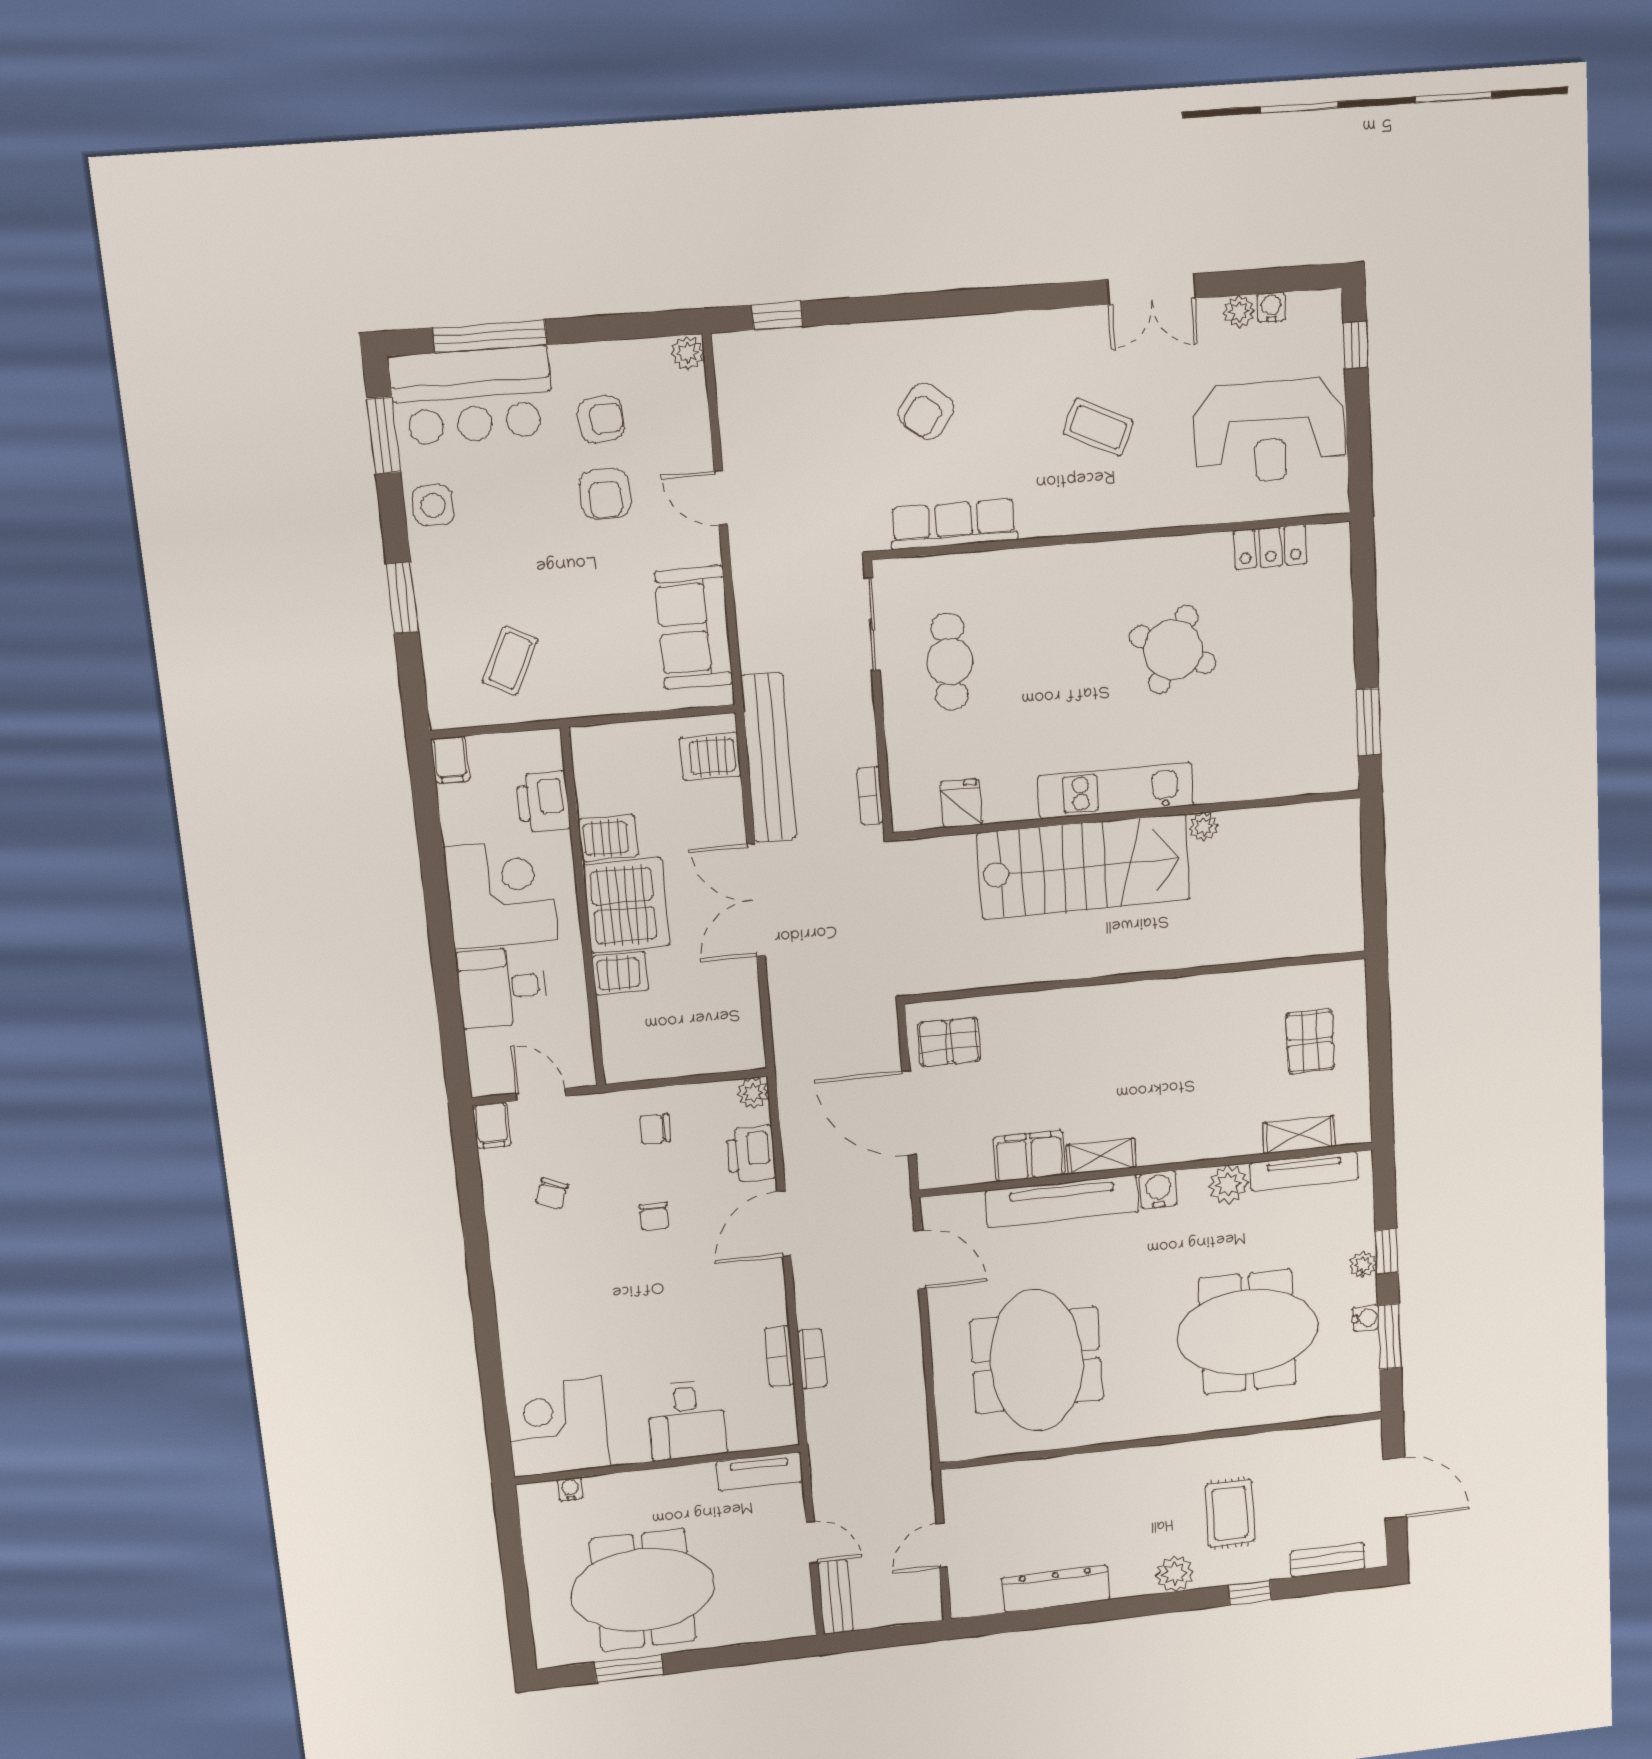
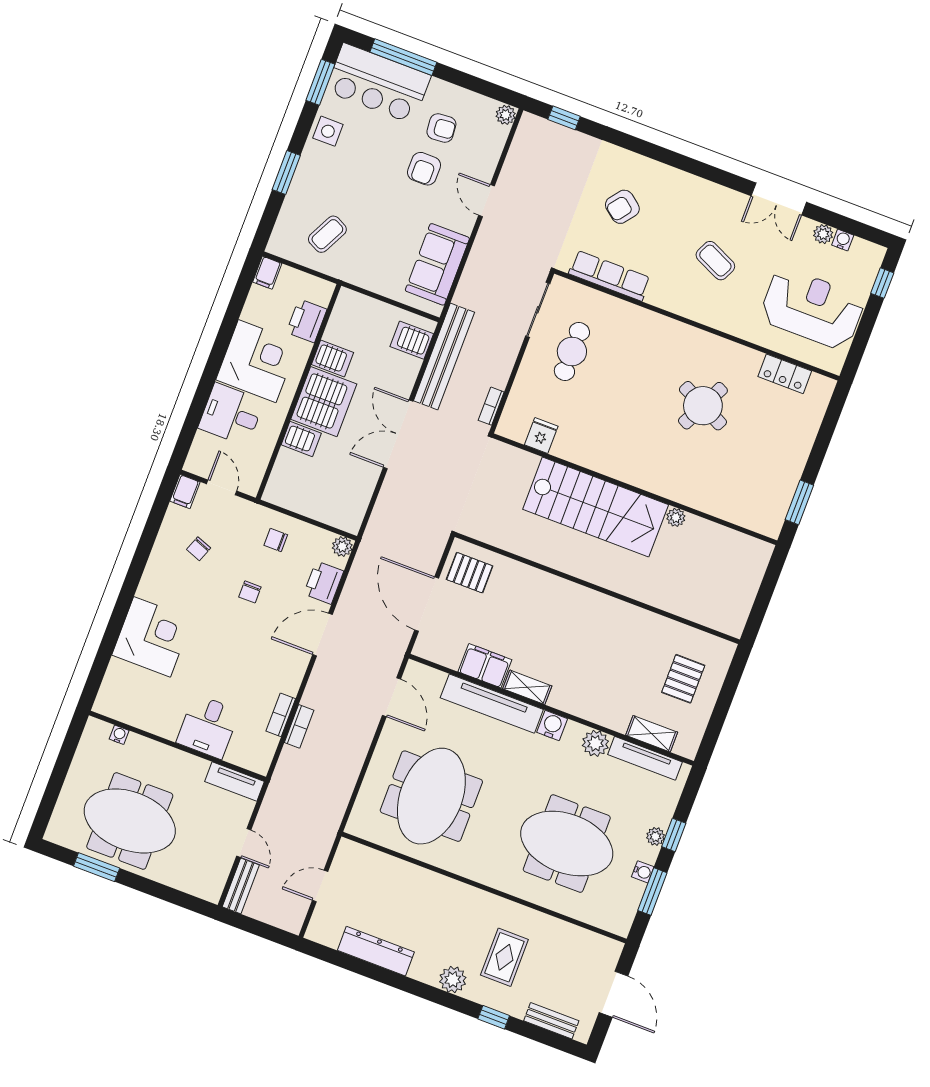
reception desk: (1269, 432) -> (812, 308), turned 180
kitchen unit: (1116, 791) -> (634, 471), removed
corner desk: (558, 1427) -> (152, 637), moved, turned 90

